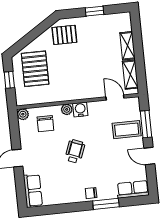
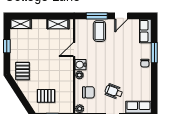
shelving: (127, 46) -> (21, 24), moved
pallet: (35, 69) -> (46, 96), width x0.67, depth x0.71
door: (115, 98) -> (74, 50), moved
wheelchair: (75, 151) -> (114, 91), moved

